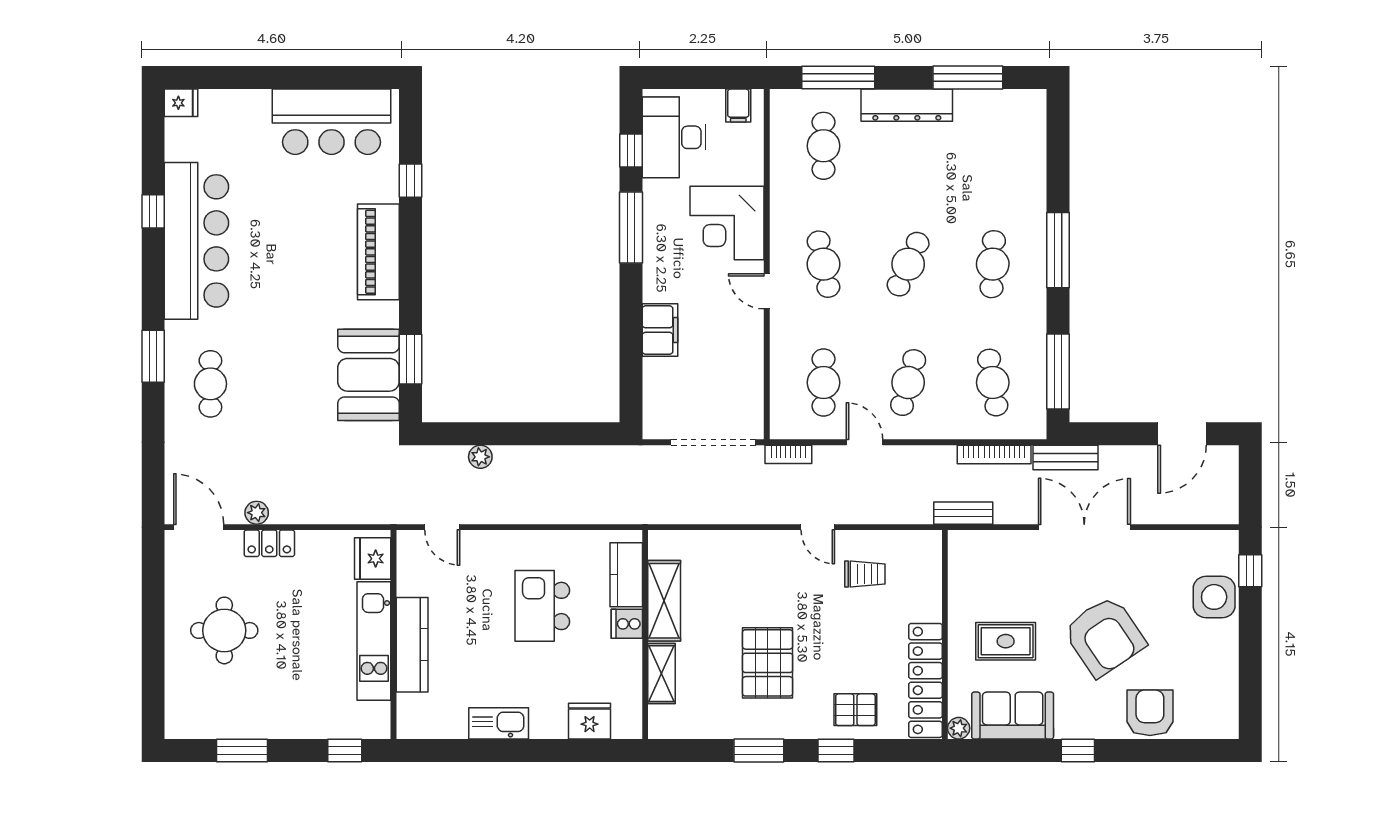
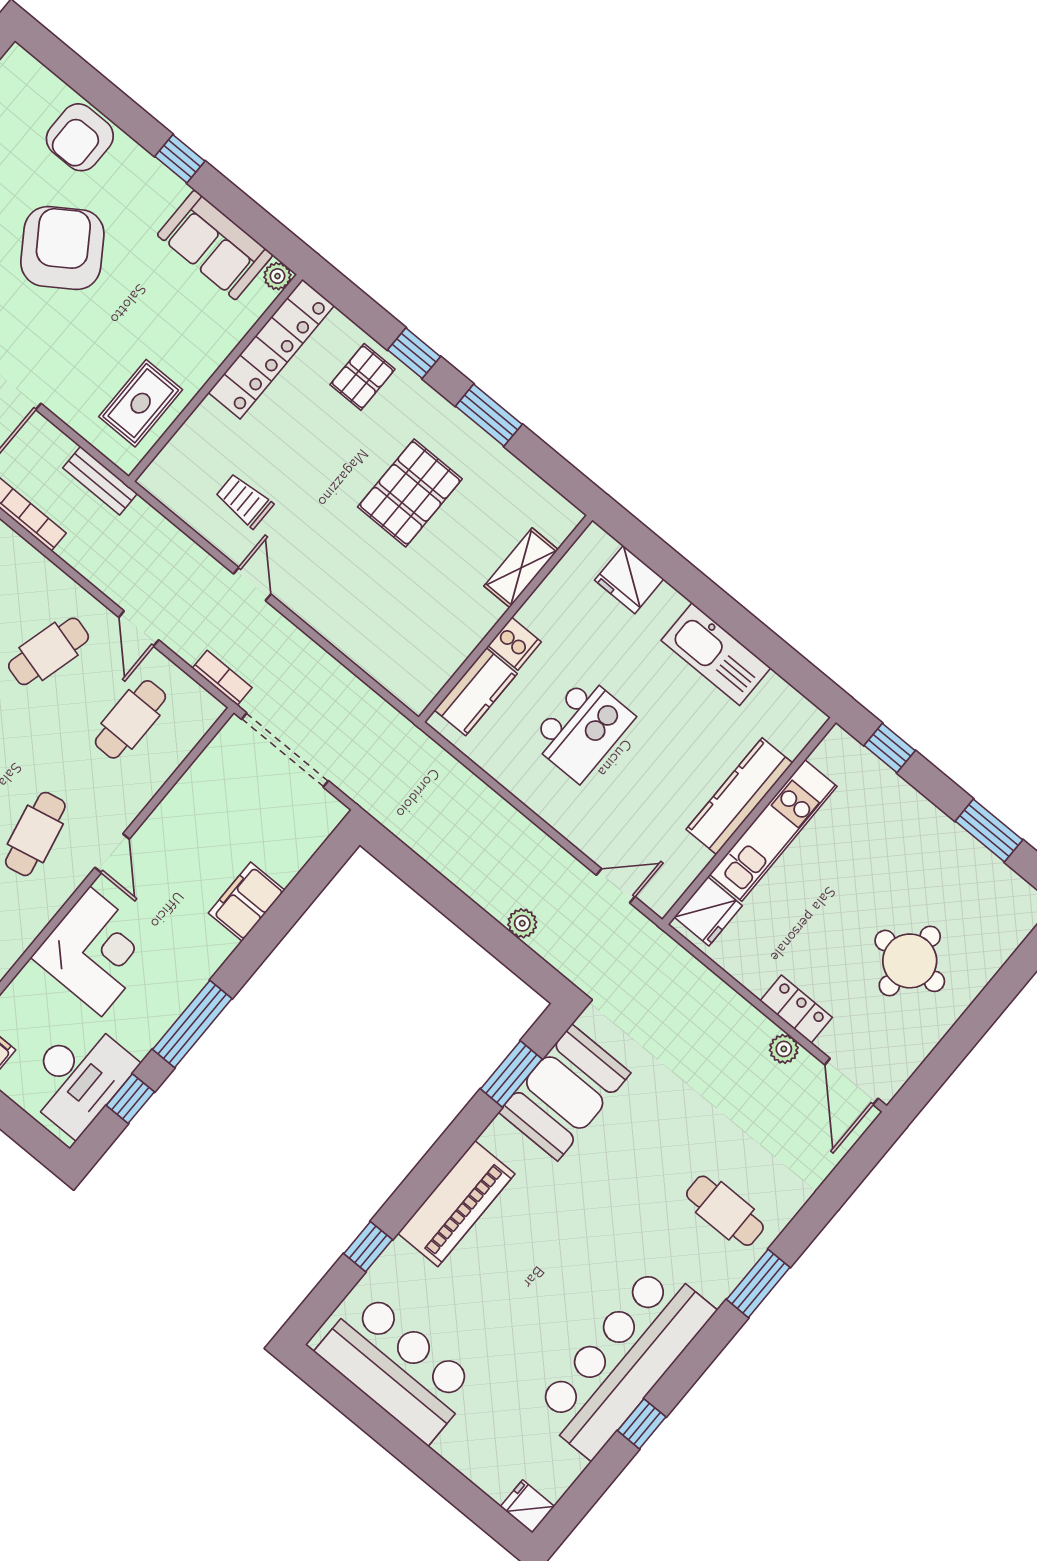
cafe table: (210, 384) -> (725, 1211), turned 90
door: (442, 527) -> (616, 886), hinge flipped
shelving: (664, 601) -> (460, 636), removed
rug: (1006, 641) -> (141, 403), moved, turned 90
pallet: (855, 710) -> (362, 377), turned 90
kitchen sink: (499, 723) -> (716, 654), width x1.36, depth x1.24

